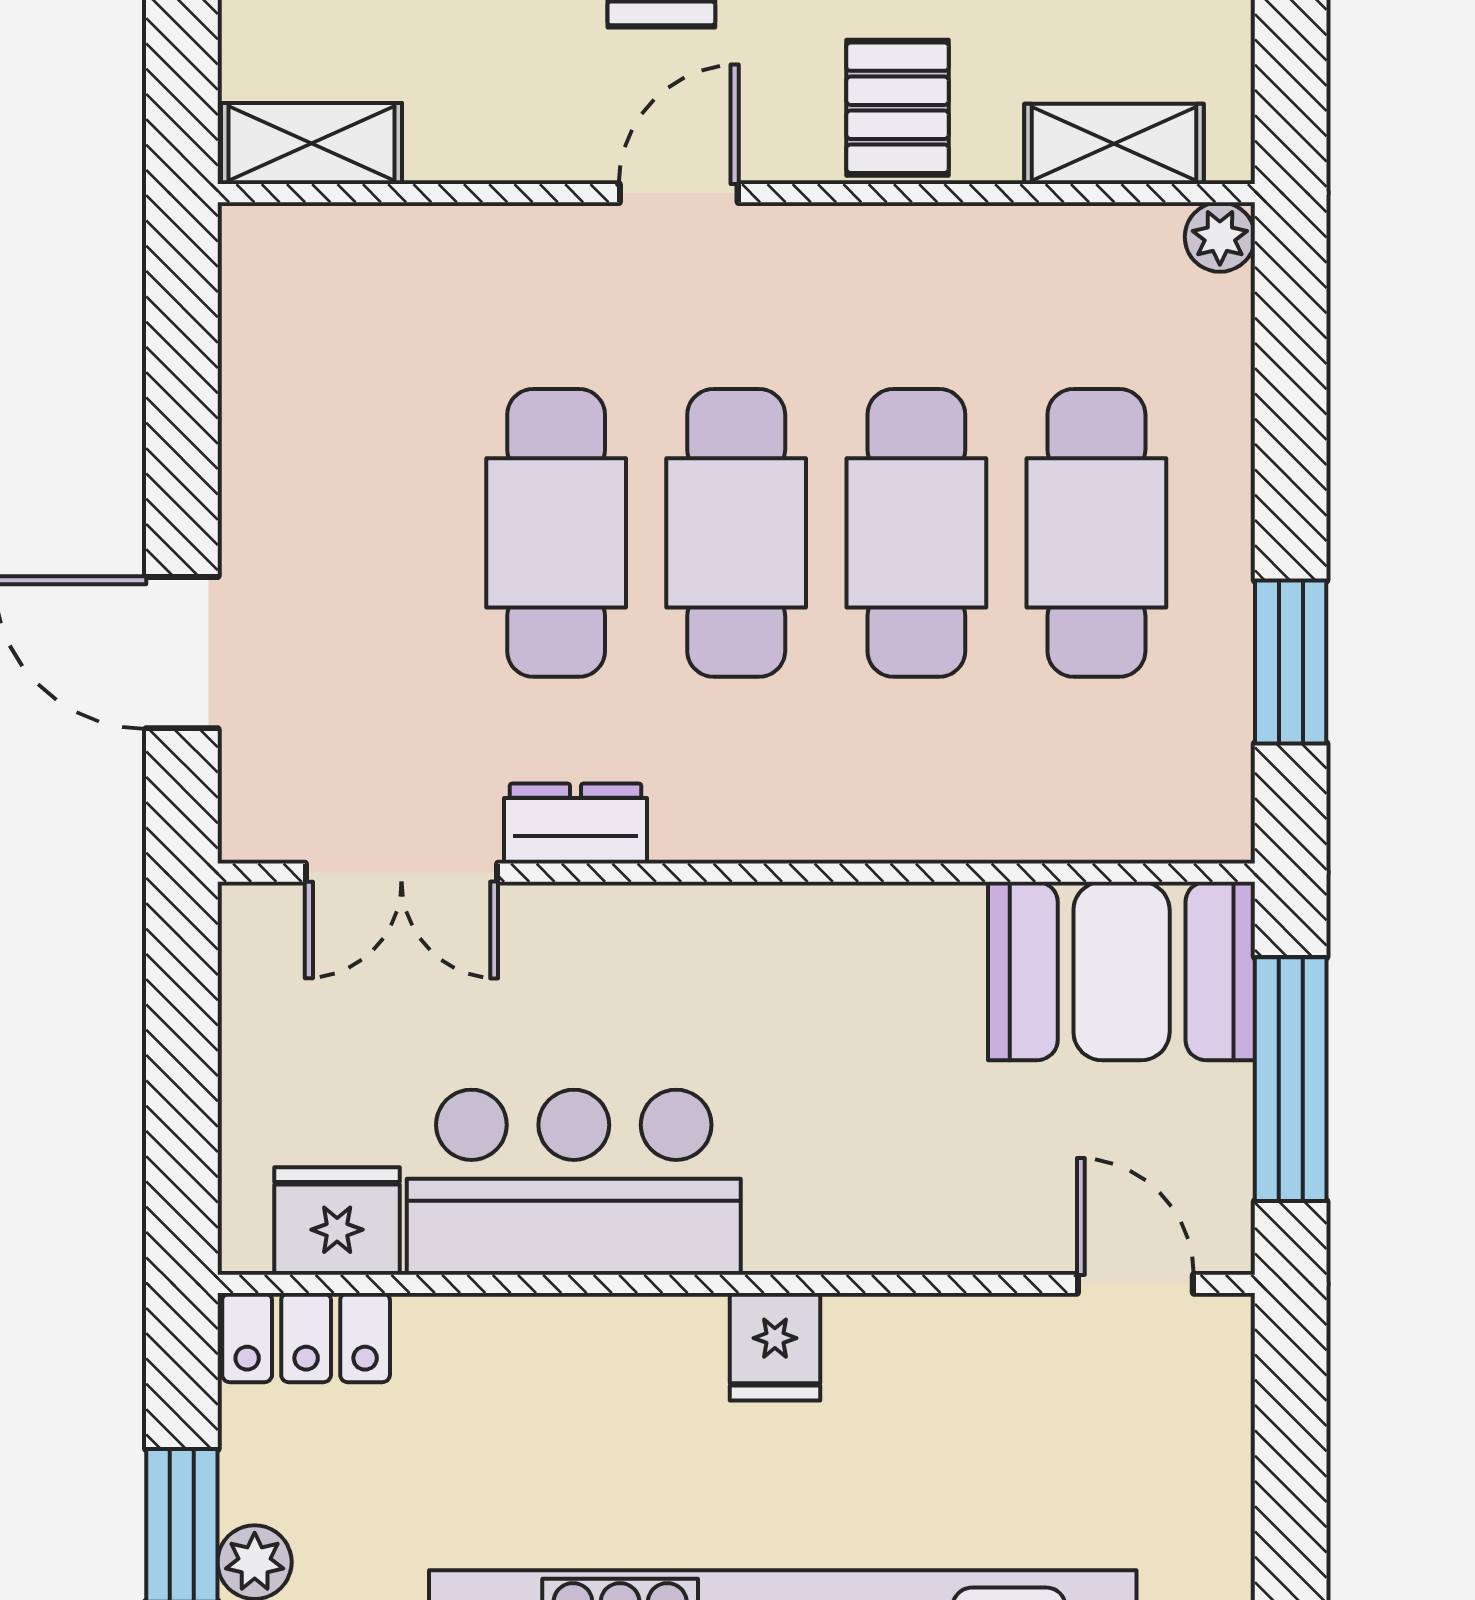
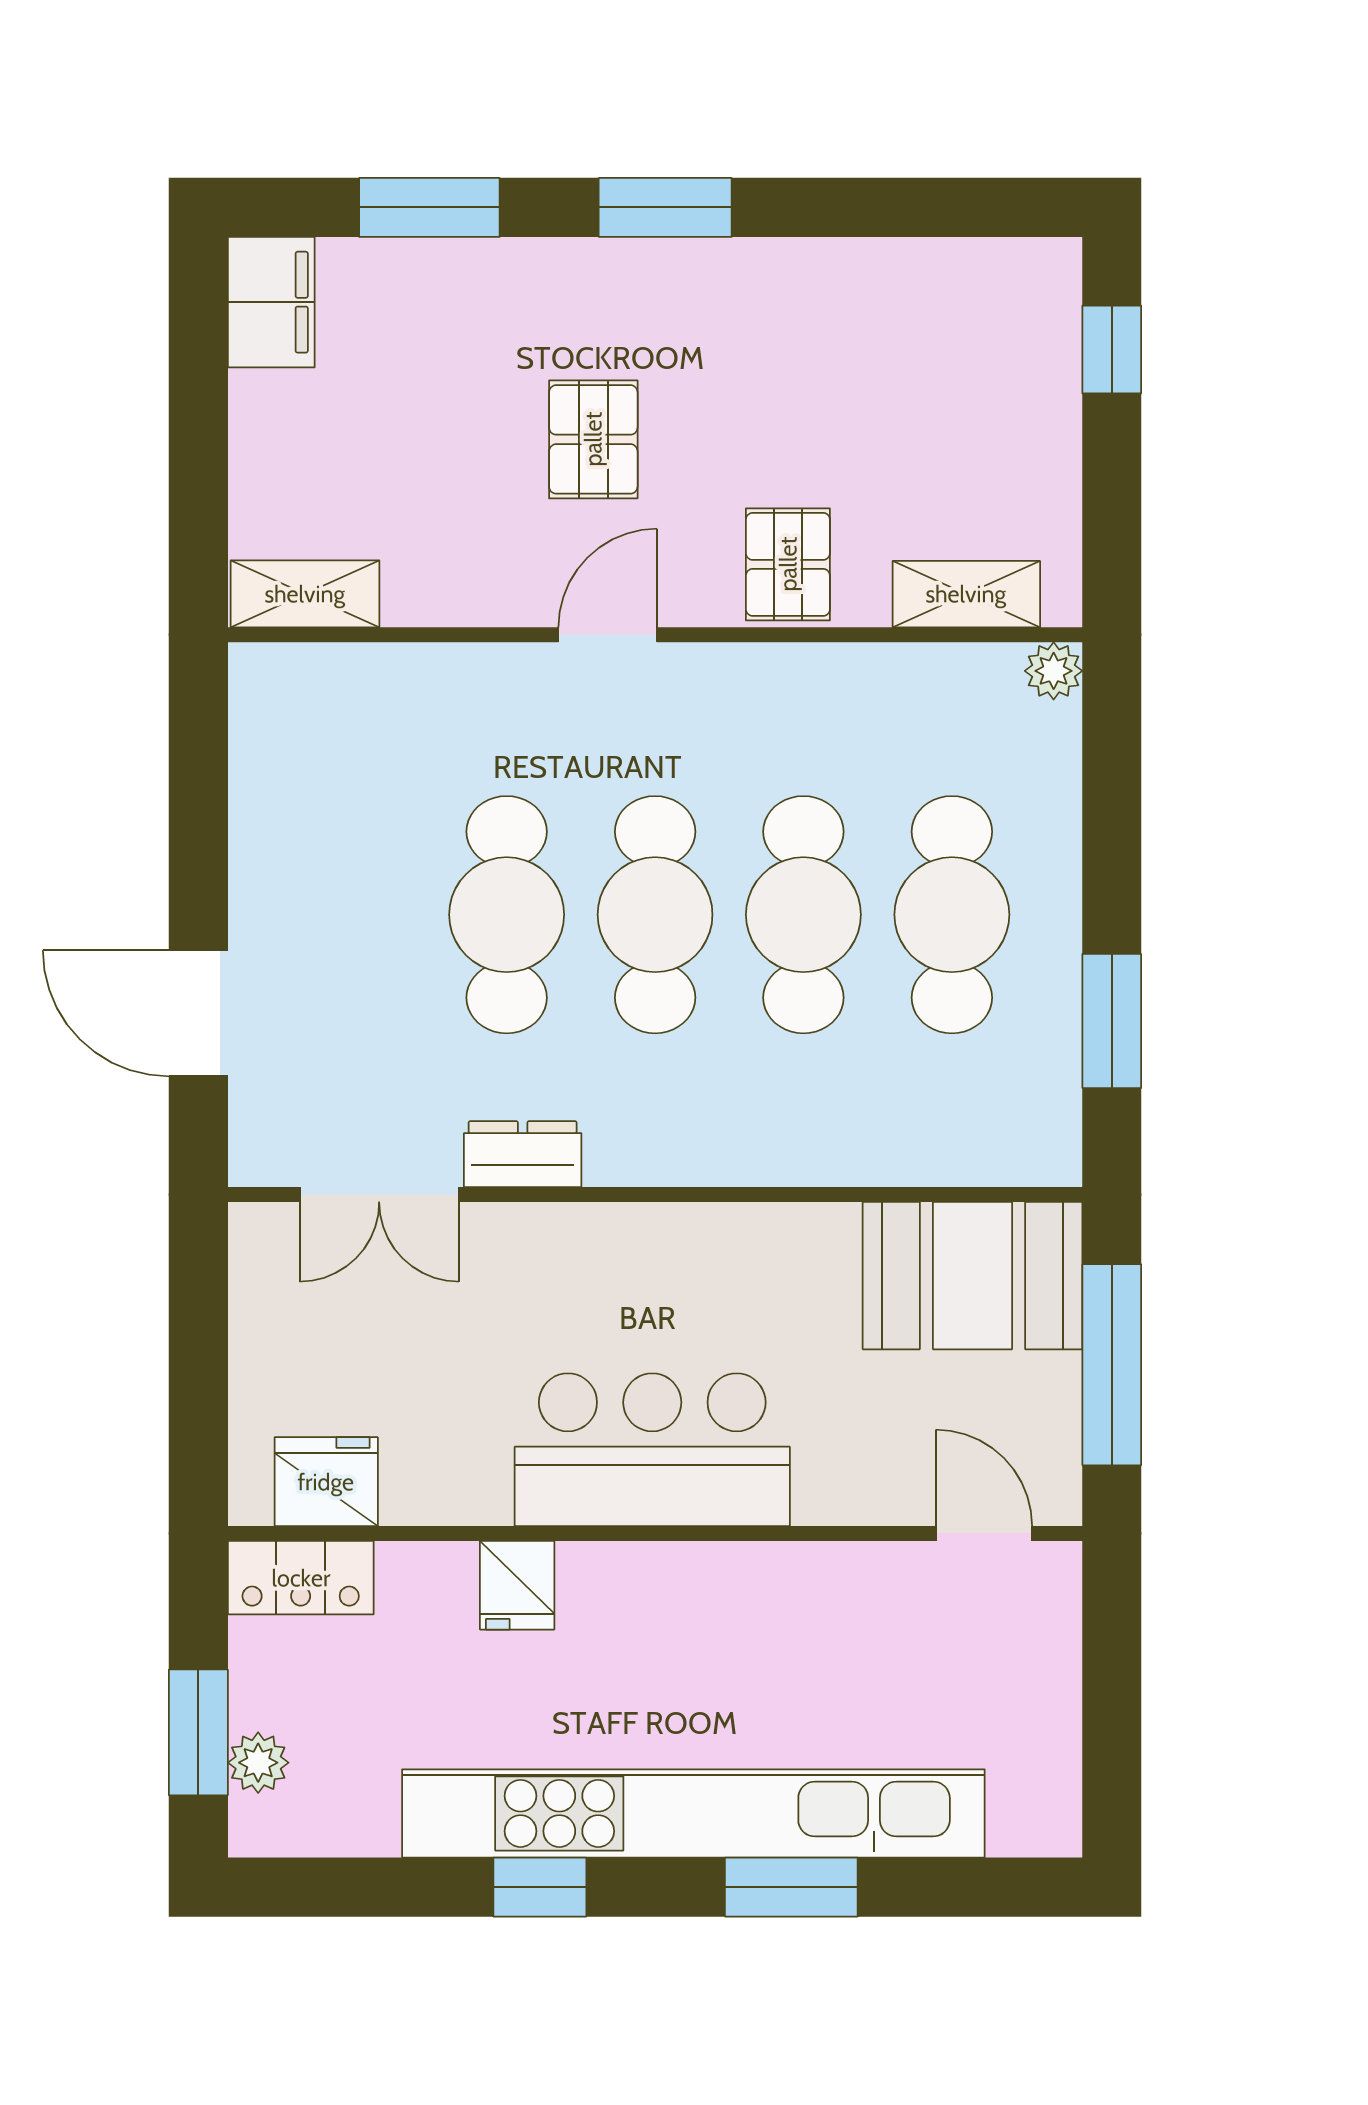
bar counter: (574, 1182) -> (652, 1450), moved
fridge: (775, 1347) -> (517, 1585), moved

